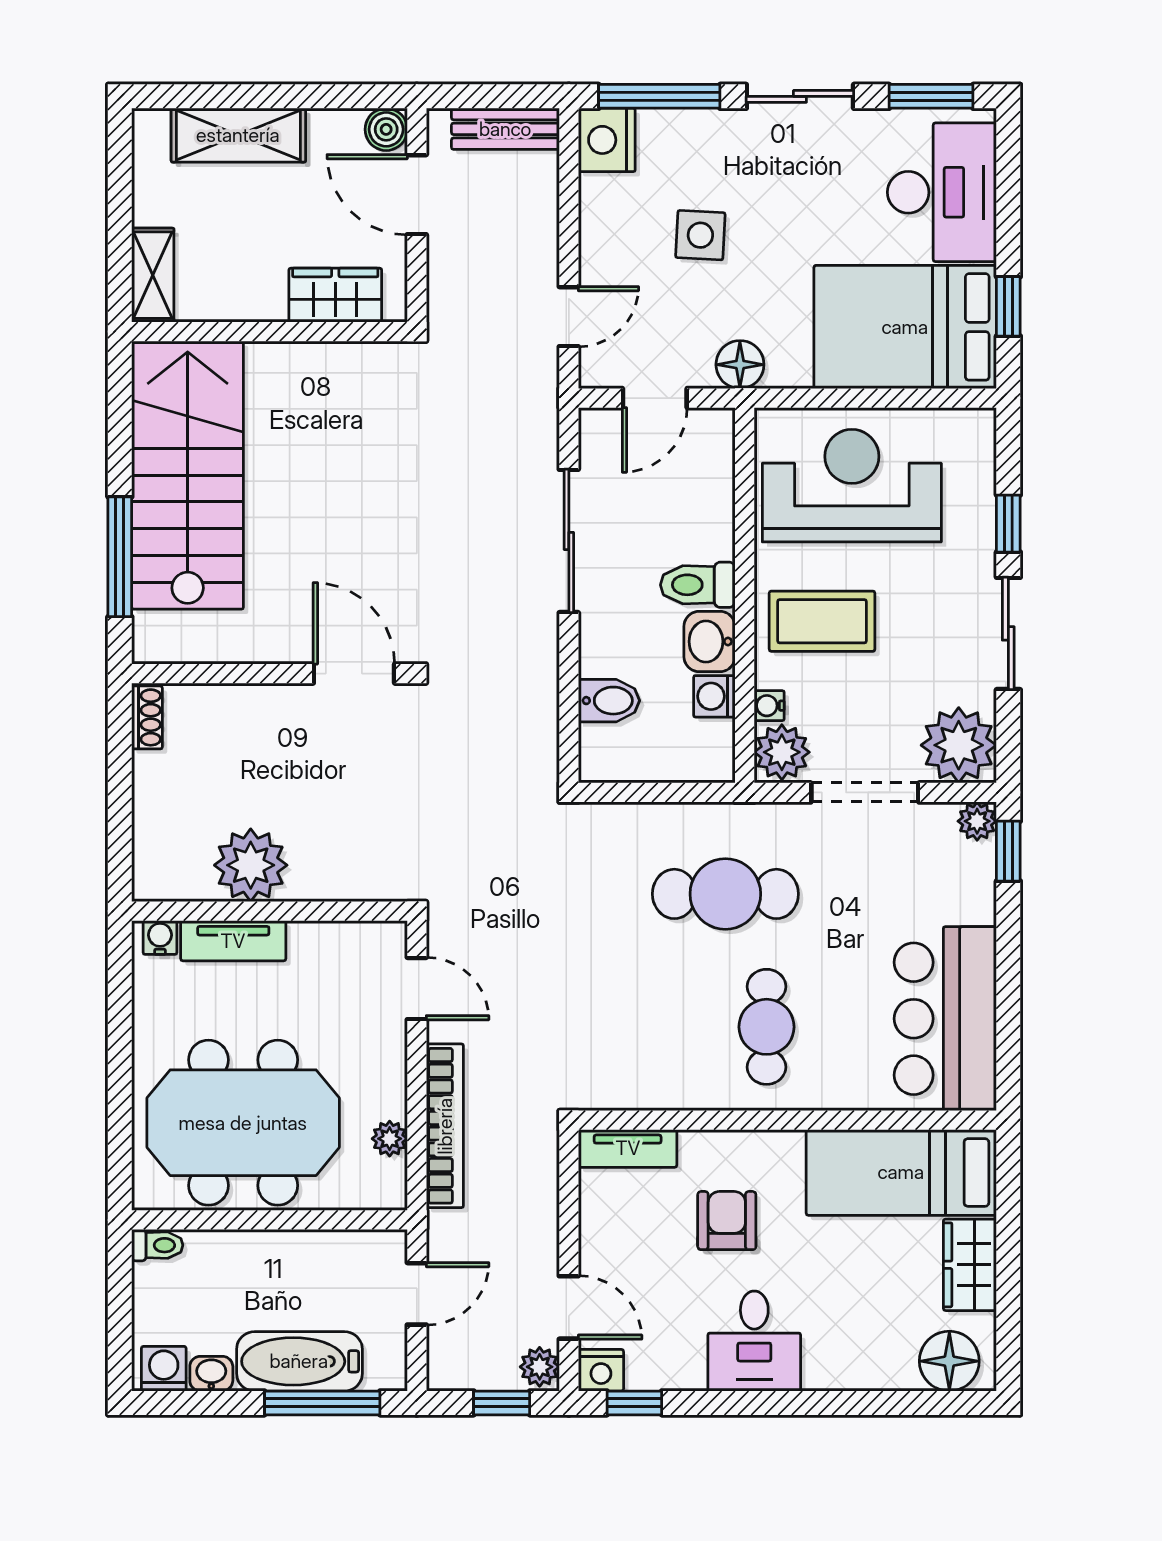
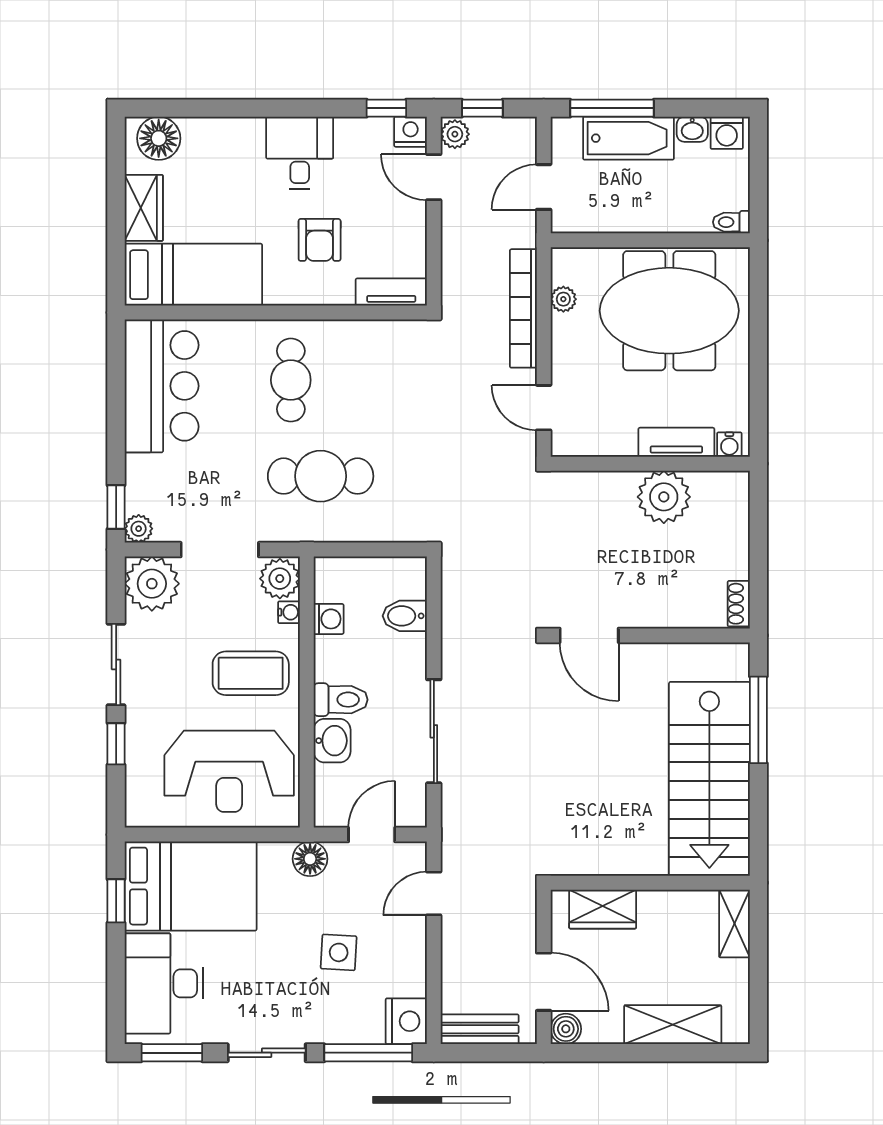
washbasin: (710, 641) -> (332, 741), moved

